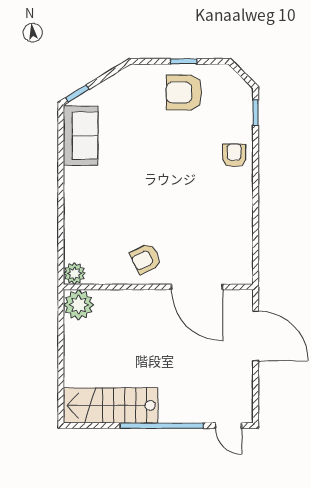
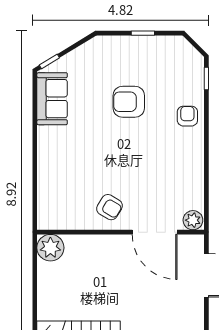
armchair: (184, 92) -> (129, 102), moved
armchair: (146, 259) -> (109, 207), turned -123
plant: (74, 273) -> (193, 220), moved

